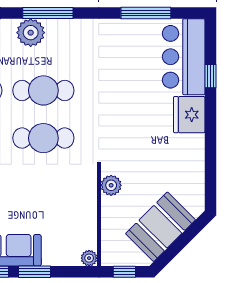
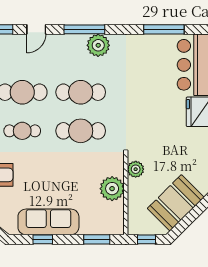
plant: (31, 33) -> (98, 45), moved
plant: (89, 258) -> (112, 189), moved, width x1.88, depth x1.88
window: (34, 272) -> (97, 239), moved

